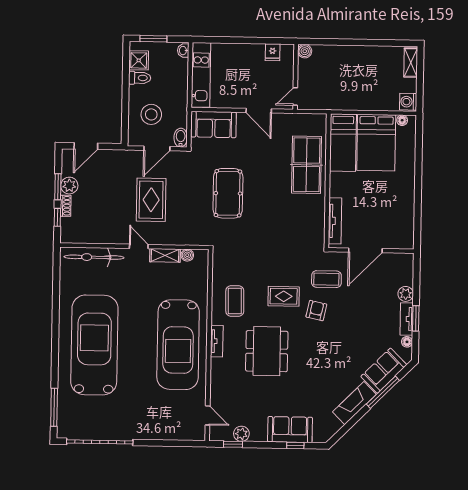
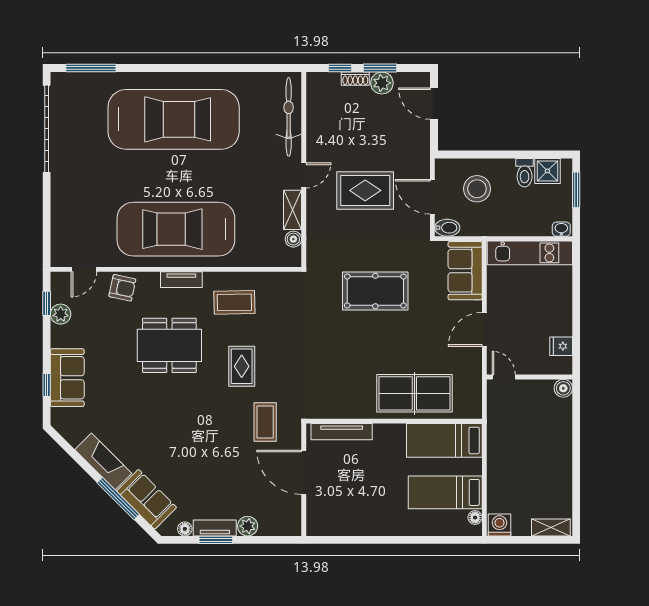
bed: (376, 143) -> (445, 492), width x0.67
armchair: (316, 311) -> (122, 288), moved

